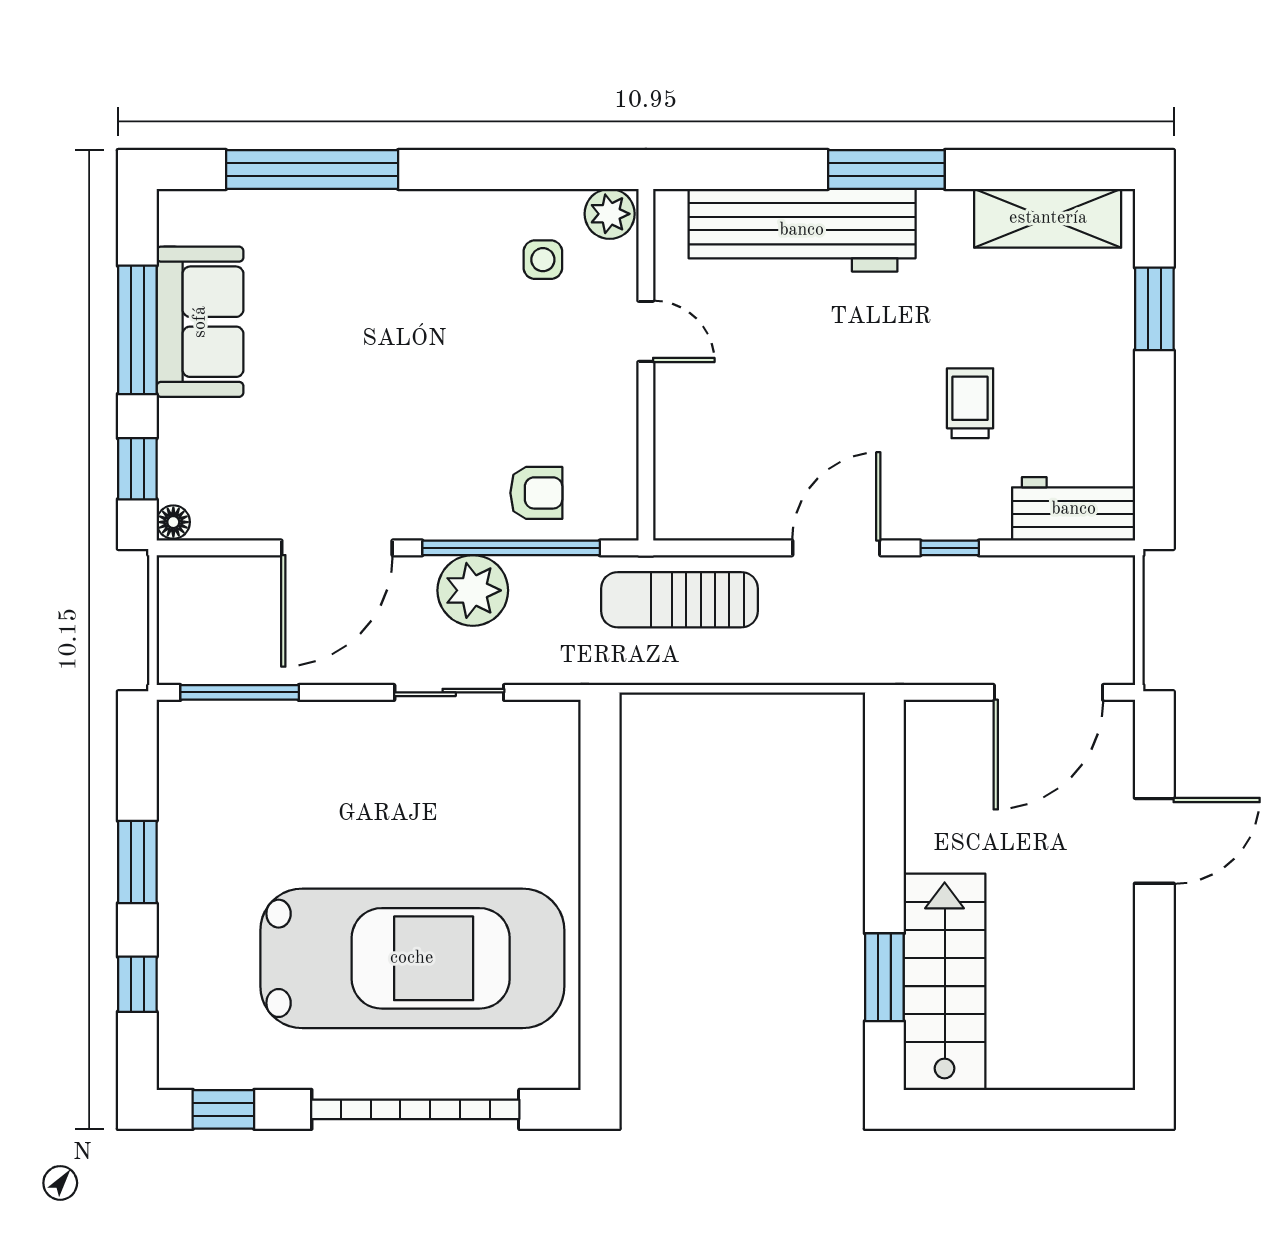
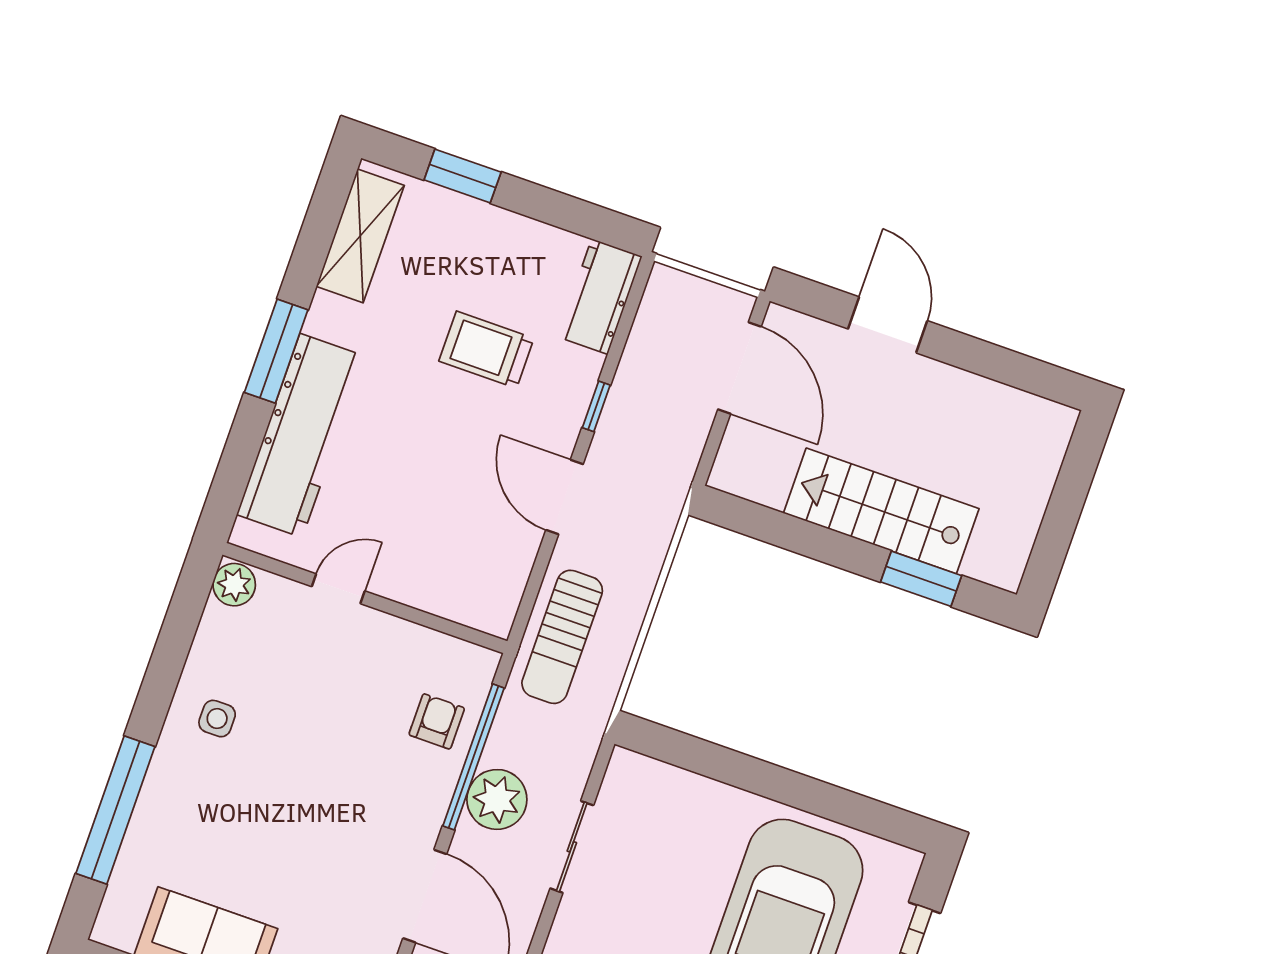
side table: (543, 260) -> (217, 719), moved
trolley: (970, 403) -> (486, 350), width x1.36, depth x1.39
stairs: (945, 982) -> (881, 511), moved

